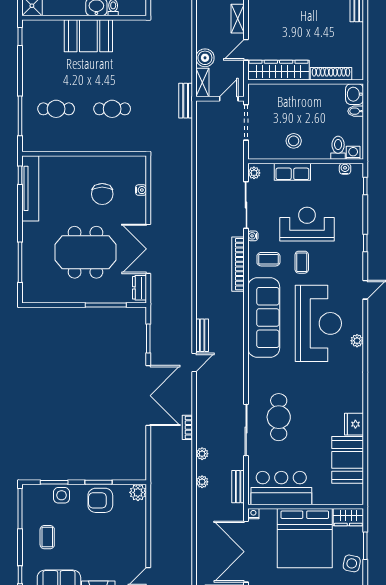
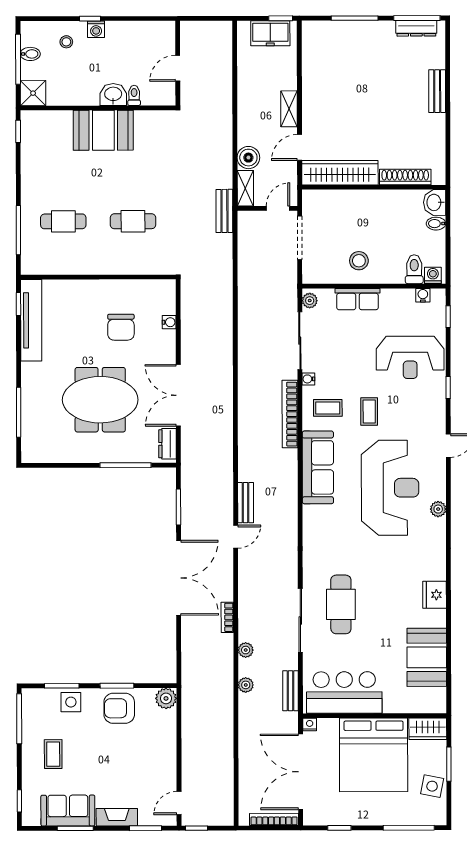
reception desk: (307, 224) -> (410, 357), moved, turned 180
sofa: (264, 318) -> (318, 467), width x0.74, depth x0.79
fridge: (354, 424) -> (435, 595), moved

